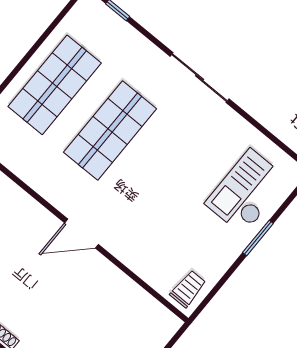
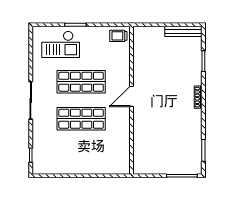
shop shelf: (55, 85) -> (81, 82), moved
door: (81, 234) -> (131, 96), swing flipped

